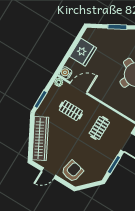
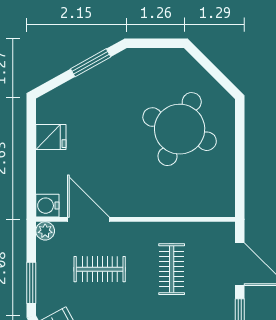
fridge: (83, 52) -> (51, 137), width x0.53, depth x0.75
door: (79, 88) -> (88, 219), hinge flipped

